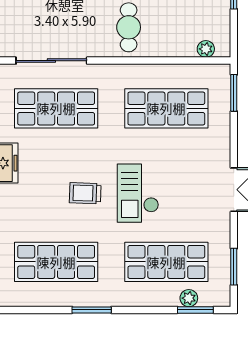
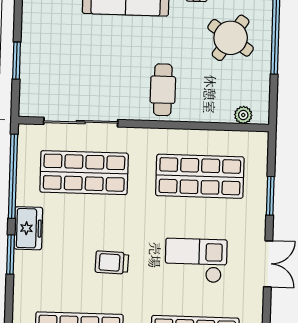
window: (234, 93) -> (270, 196), moved
checkout: (138, 193) -> (196, 261), moved, turned 90

